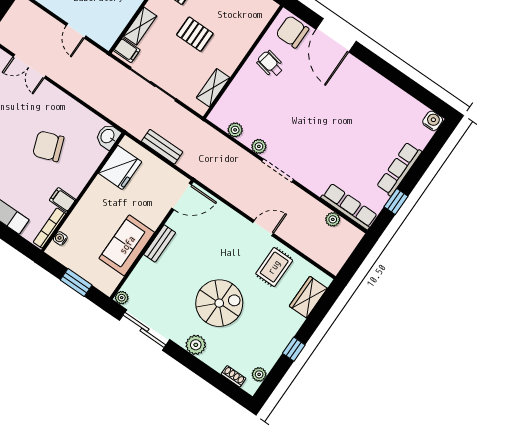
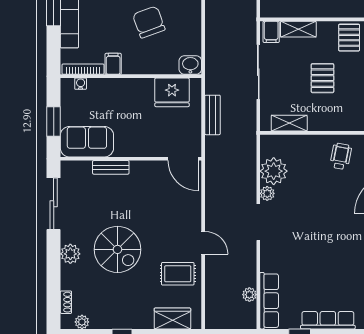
plant: (235, 130) -> (274, 171), width x1.87, depth x1.87
bench: (160, 244) -> (111, 167), moved
sofa: (127, 245) -> (87, 142), moved
plant: (122, 298) -> (67, 167), removed

